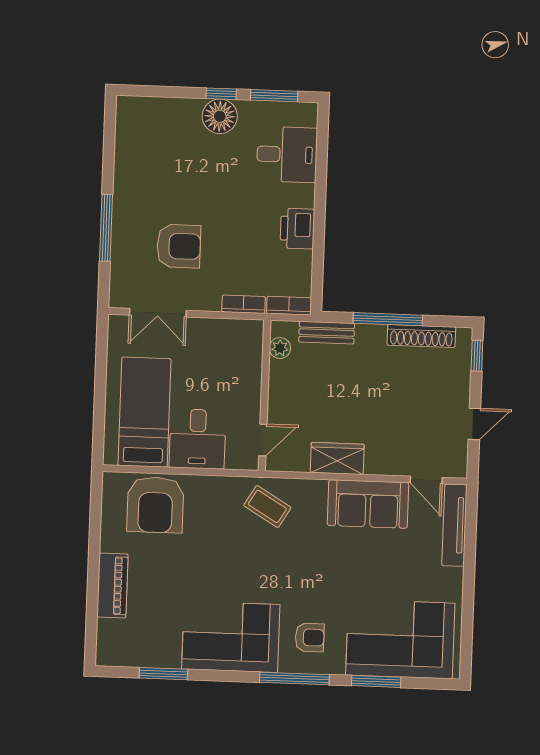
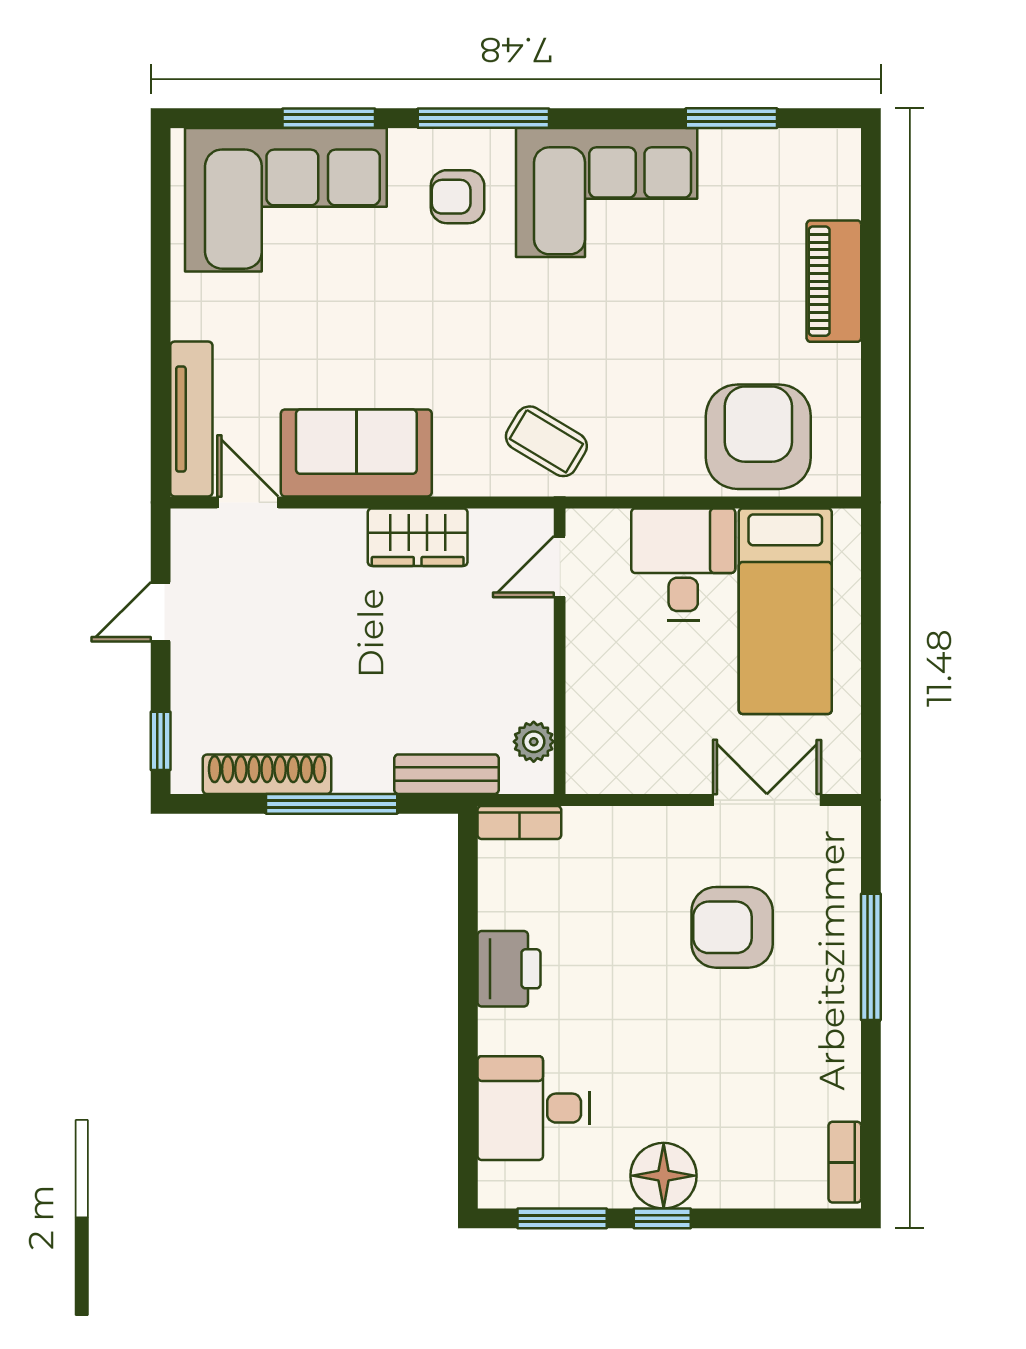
bookcase: (243, 304) -> (845, 1162), moved, turned 90

